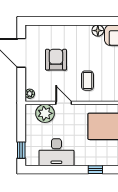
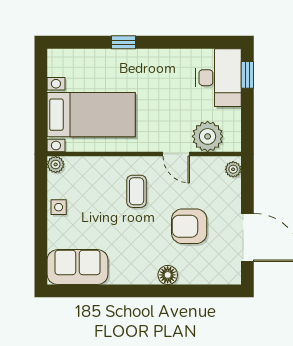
floor lamp: (98, 31) -> (168, 275), moved
armchair: (56, 60) -> (189, 226), turned 90
desk: (56, 152) -> (218, 78), moved, turned 90

